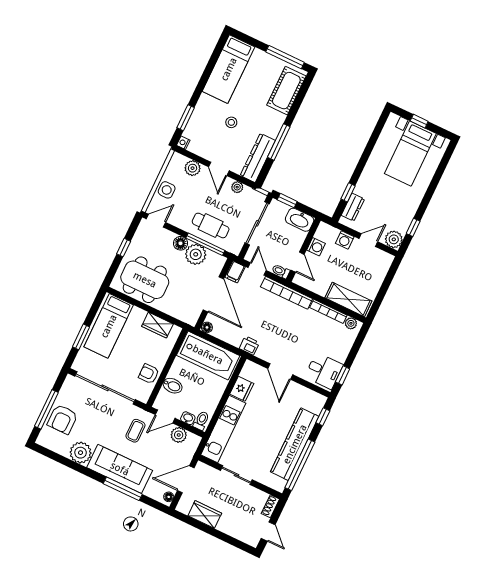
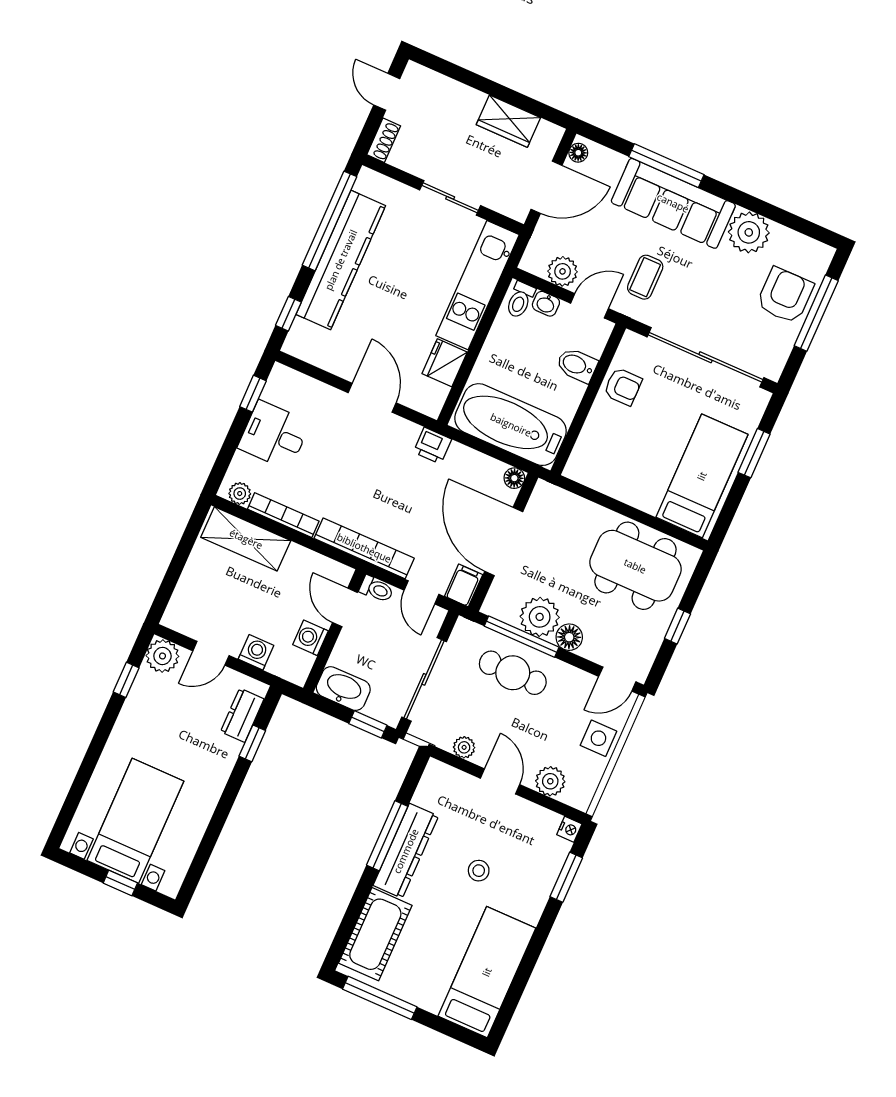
dresser: (258, 158) -> (406, 851), moved
wardrobe: (157, 325) -> (609, 480), removed
desk: (324, 371) -> (274, 435), moved

